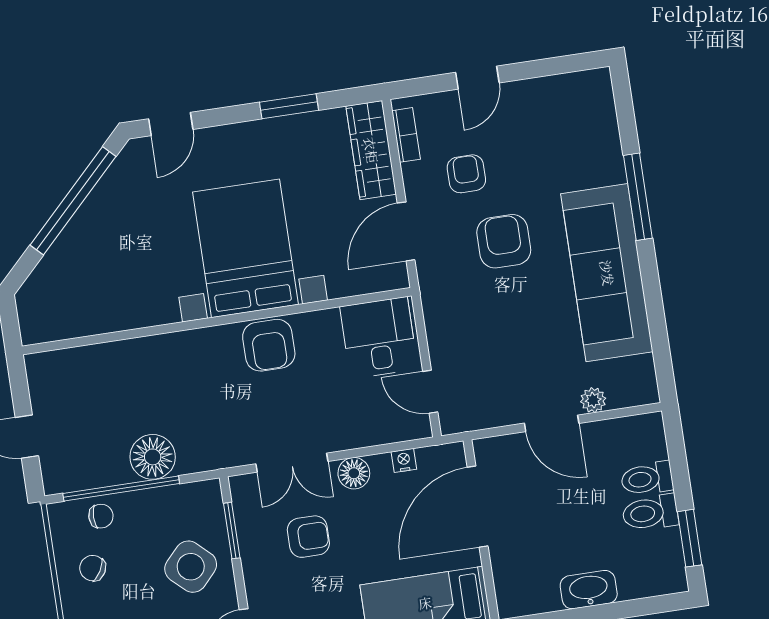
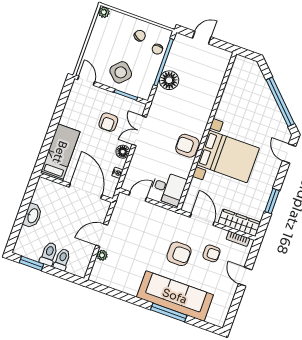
sofa: (607, 273) -> (175, 296), moved

